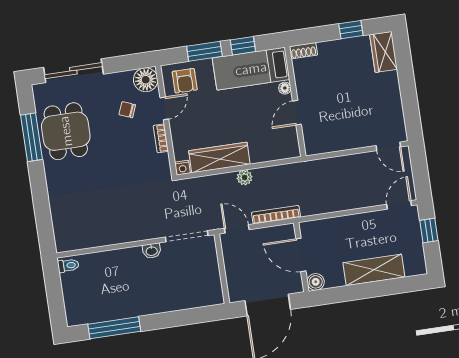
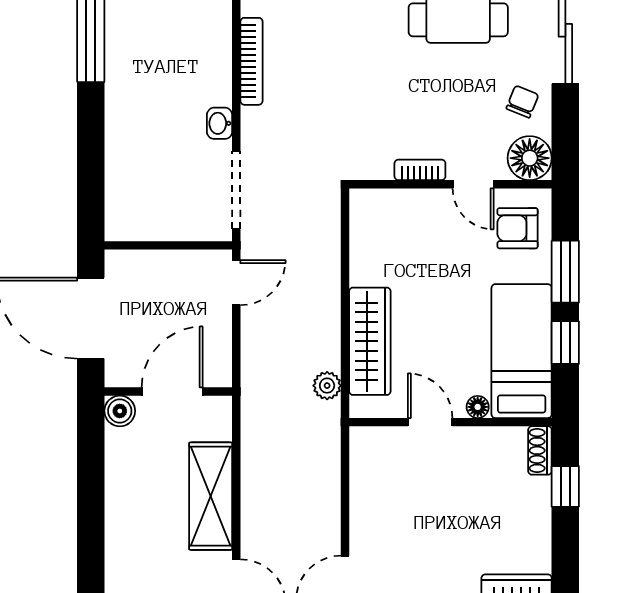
window: (351, 30) -> (565, 486), moved
chair: (127, 110) -> (522, 102), moved
wardrobe: (219, 157) -> (370, 341), moved
nightstand: (182, 168) -> (361, 201), removed
plant: (245, 177) -> (327, 386), moved
bookcase: (276, 215) -> (252, 61), moved
shelving: (374, 270) -> (211, 496), moved

